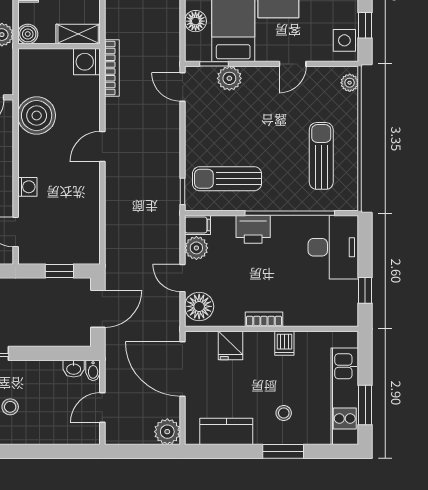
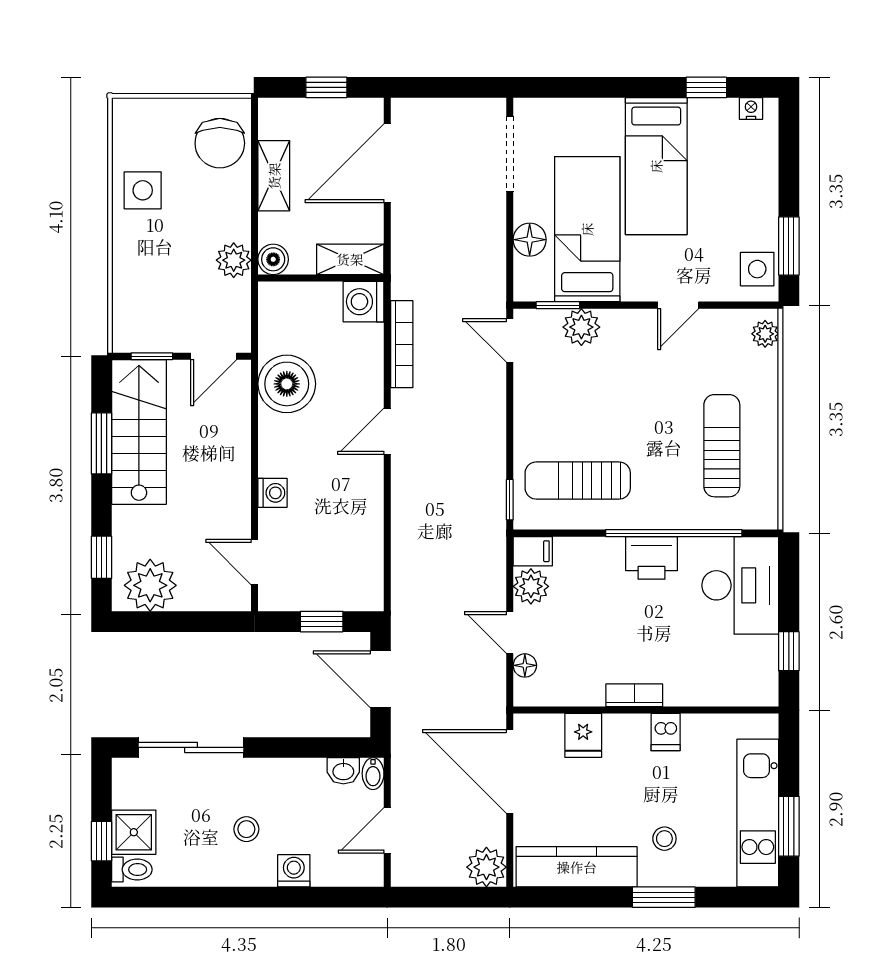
window: (365, 25) -> (789, 246), width x1.50
bookcase: (112, 68) -> (402, 344), moved
printer: (253, 229) -> (652, 558), moved
floor lamp: (199, 306) -> (525, 665), width x0.53, depth x0.53
door: (98, 309) -> (380, 679), swing flipped
kitchen counter: (226, 431) -> (577, 867), width x1.50
washing machine: (41, 434) -> (294, 871), added

